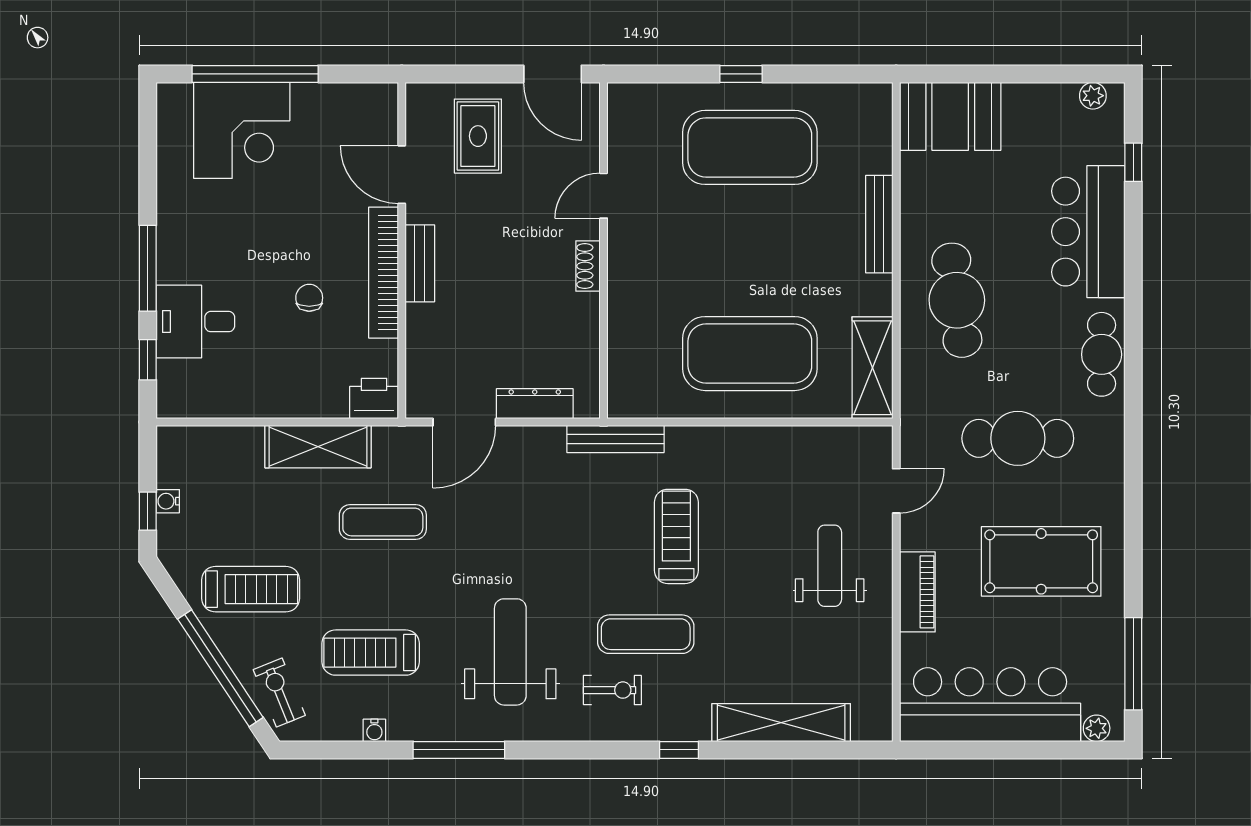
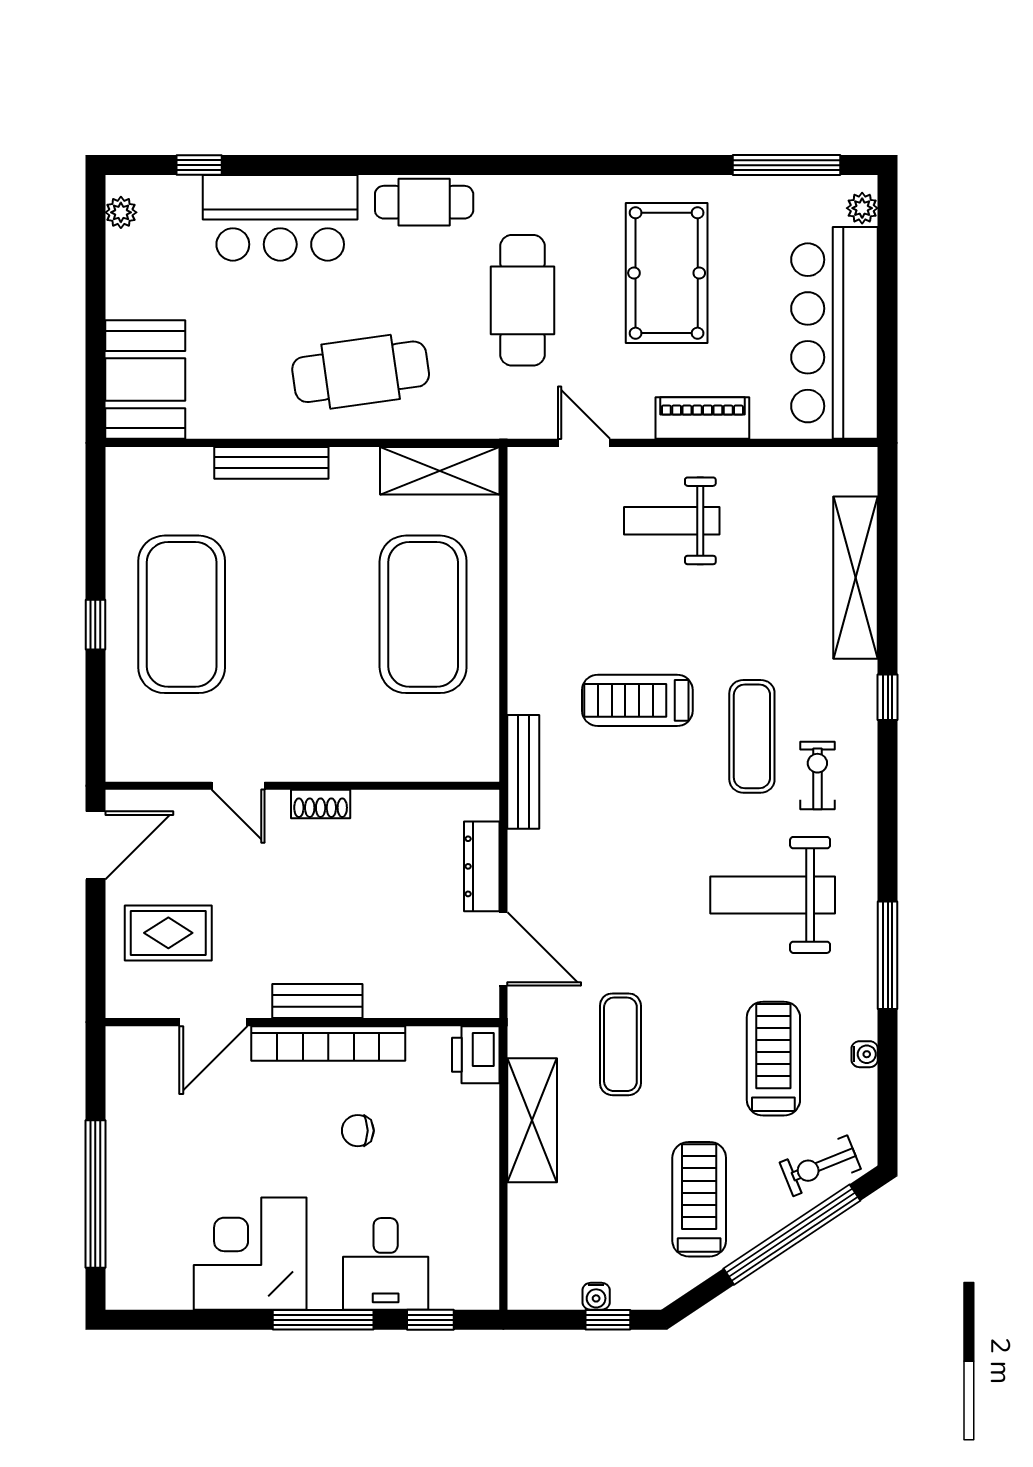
corner desk: (242, 130) -> (250, 1254), moved, turned -90
treadmill: (371, 653) -> (773, 1059), turned 180

